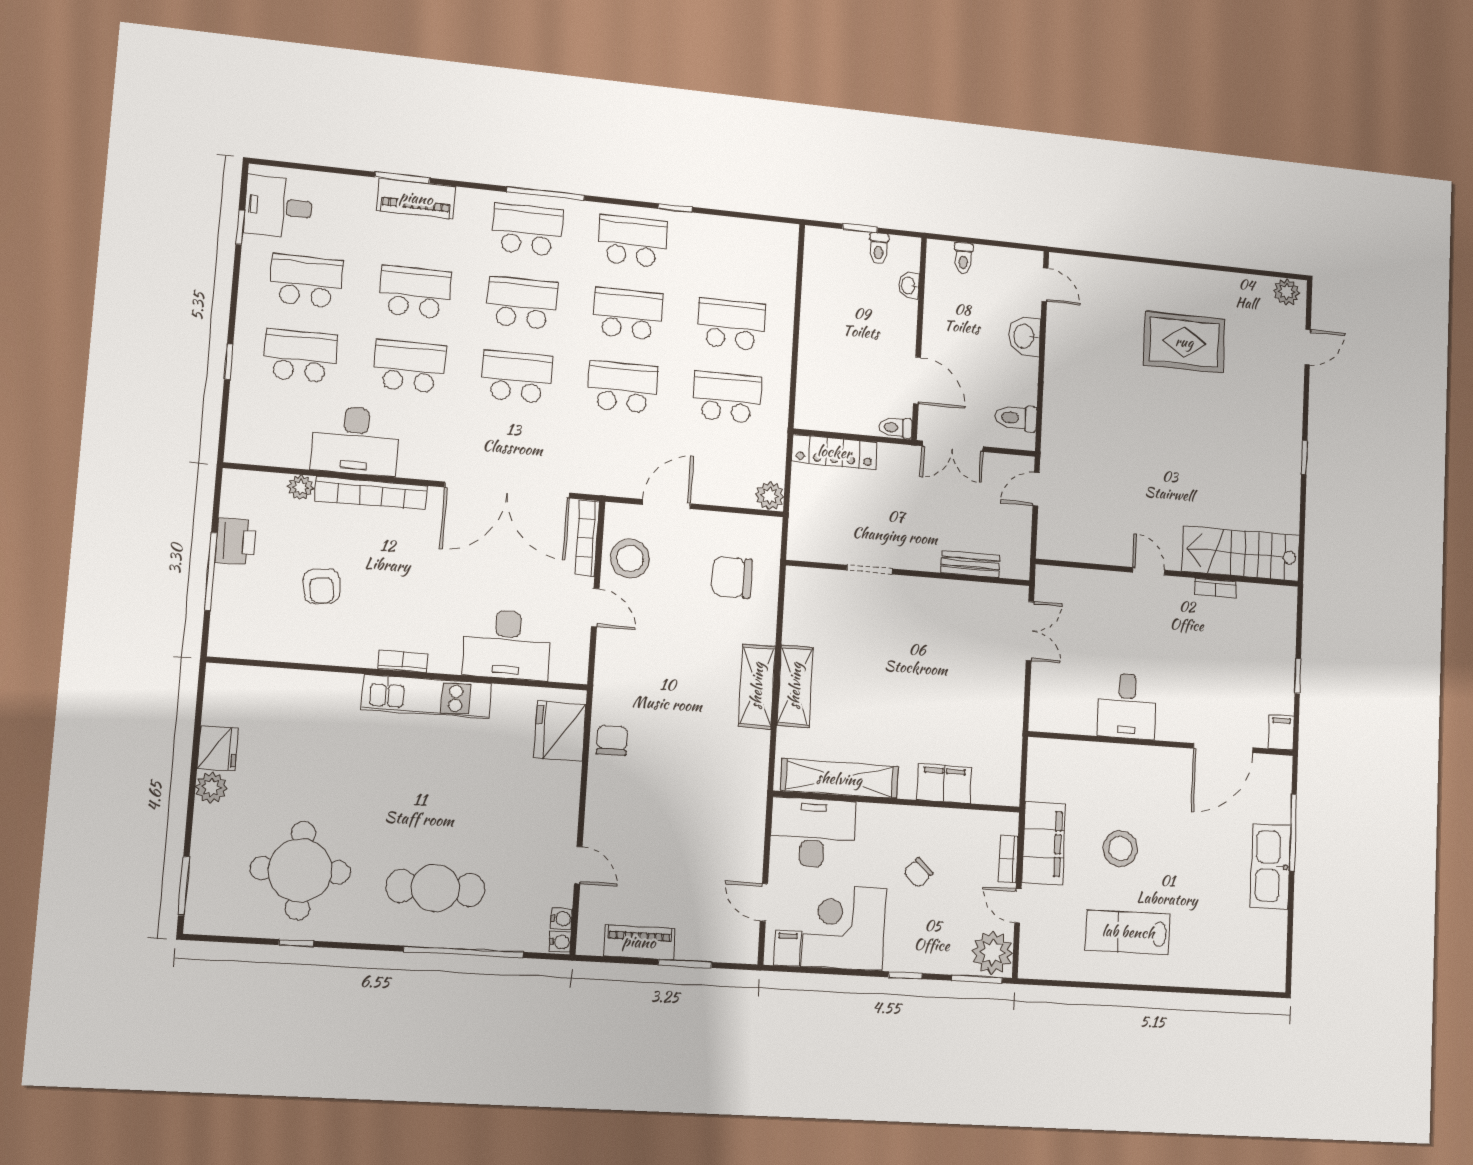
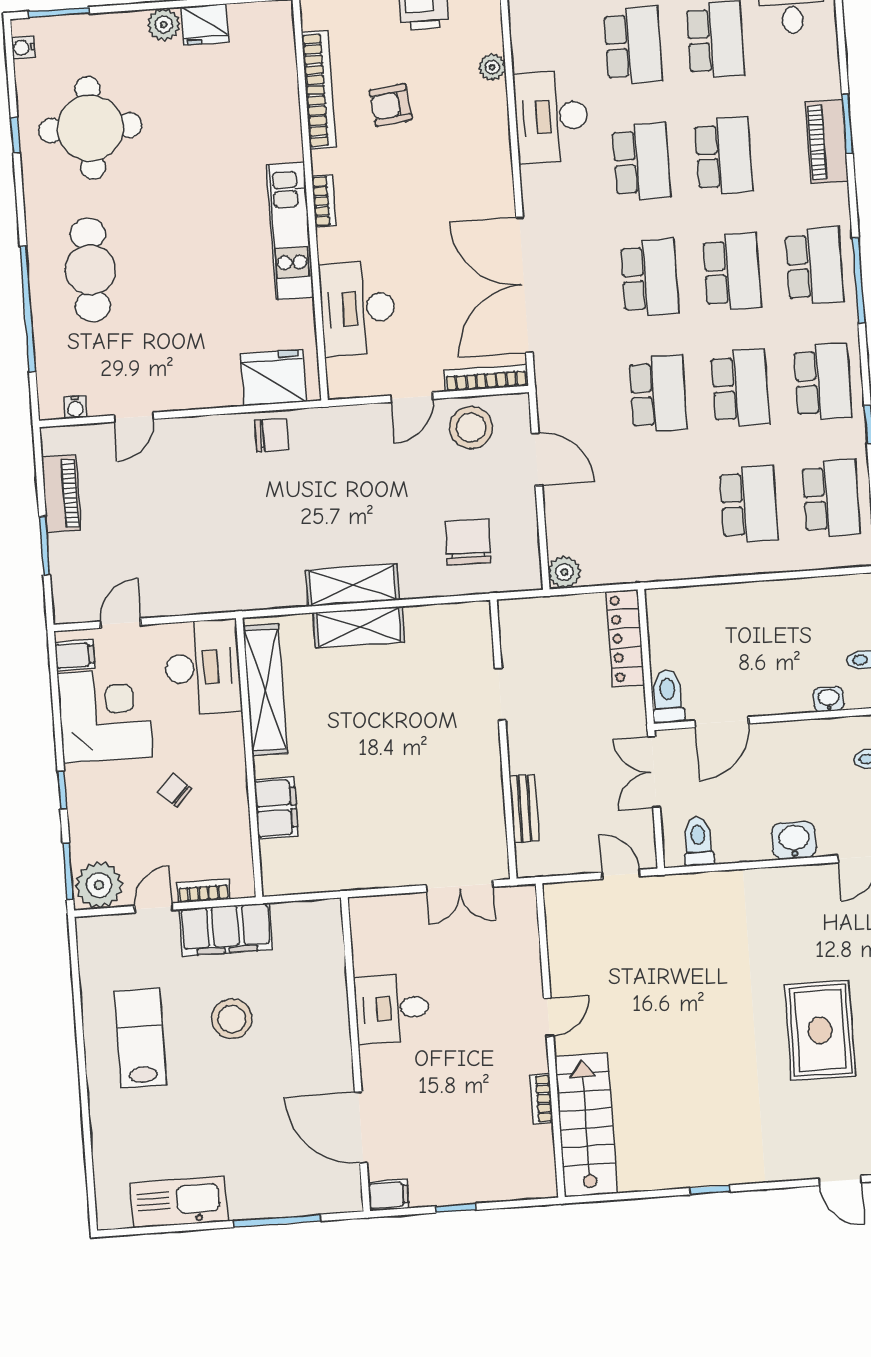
school desk: (727, 397) -> (831, 498), moved
toilet: (895, 428) -> (668, 696), width x1.37, depth x1.39
bookcase: (371, 493) -> (319, 90), moved, turned 180
kitchen sink: (1270, 866) -> (179, 1202), moved
water cooler: (560, 942) -> (23, 48), moved, turned 90

